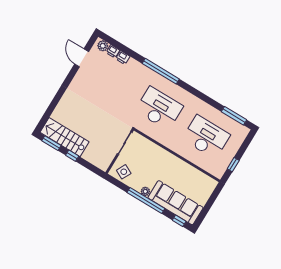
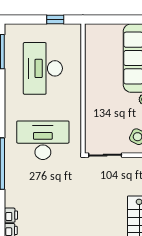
desk: (159, 108) -> (43, 140), turned 90

